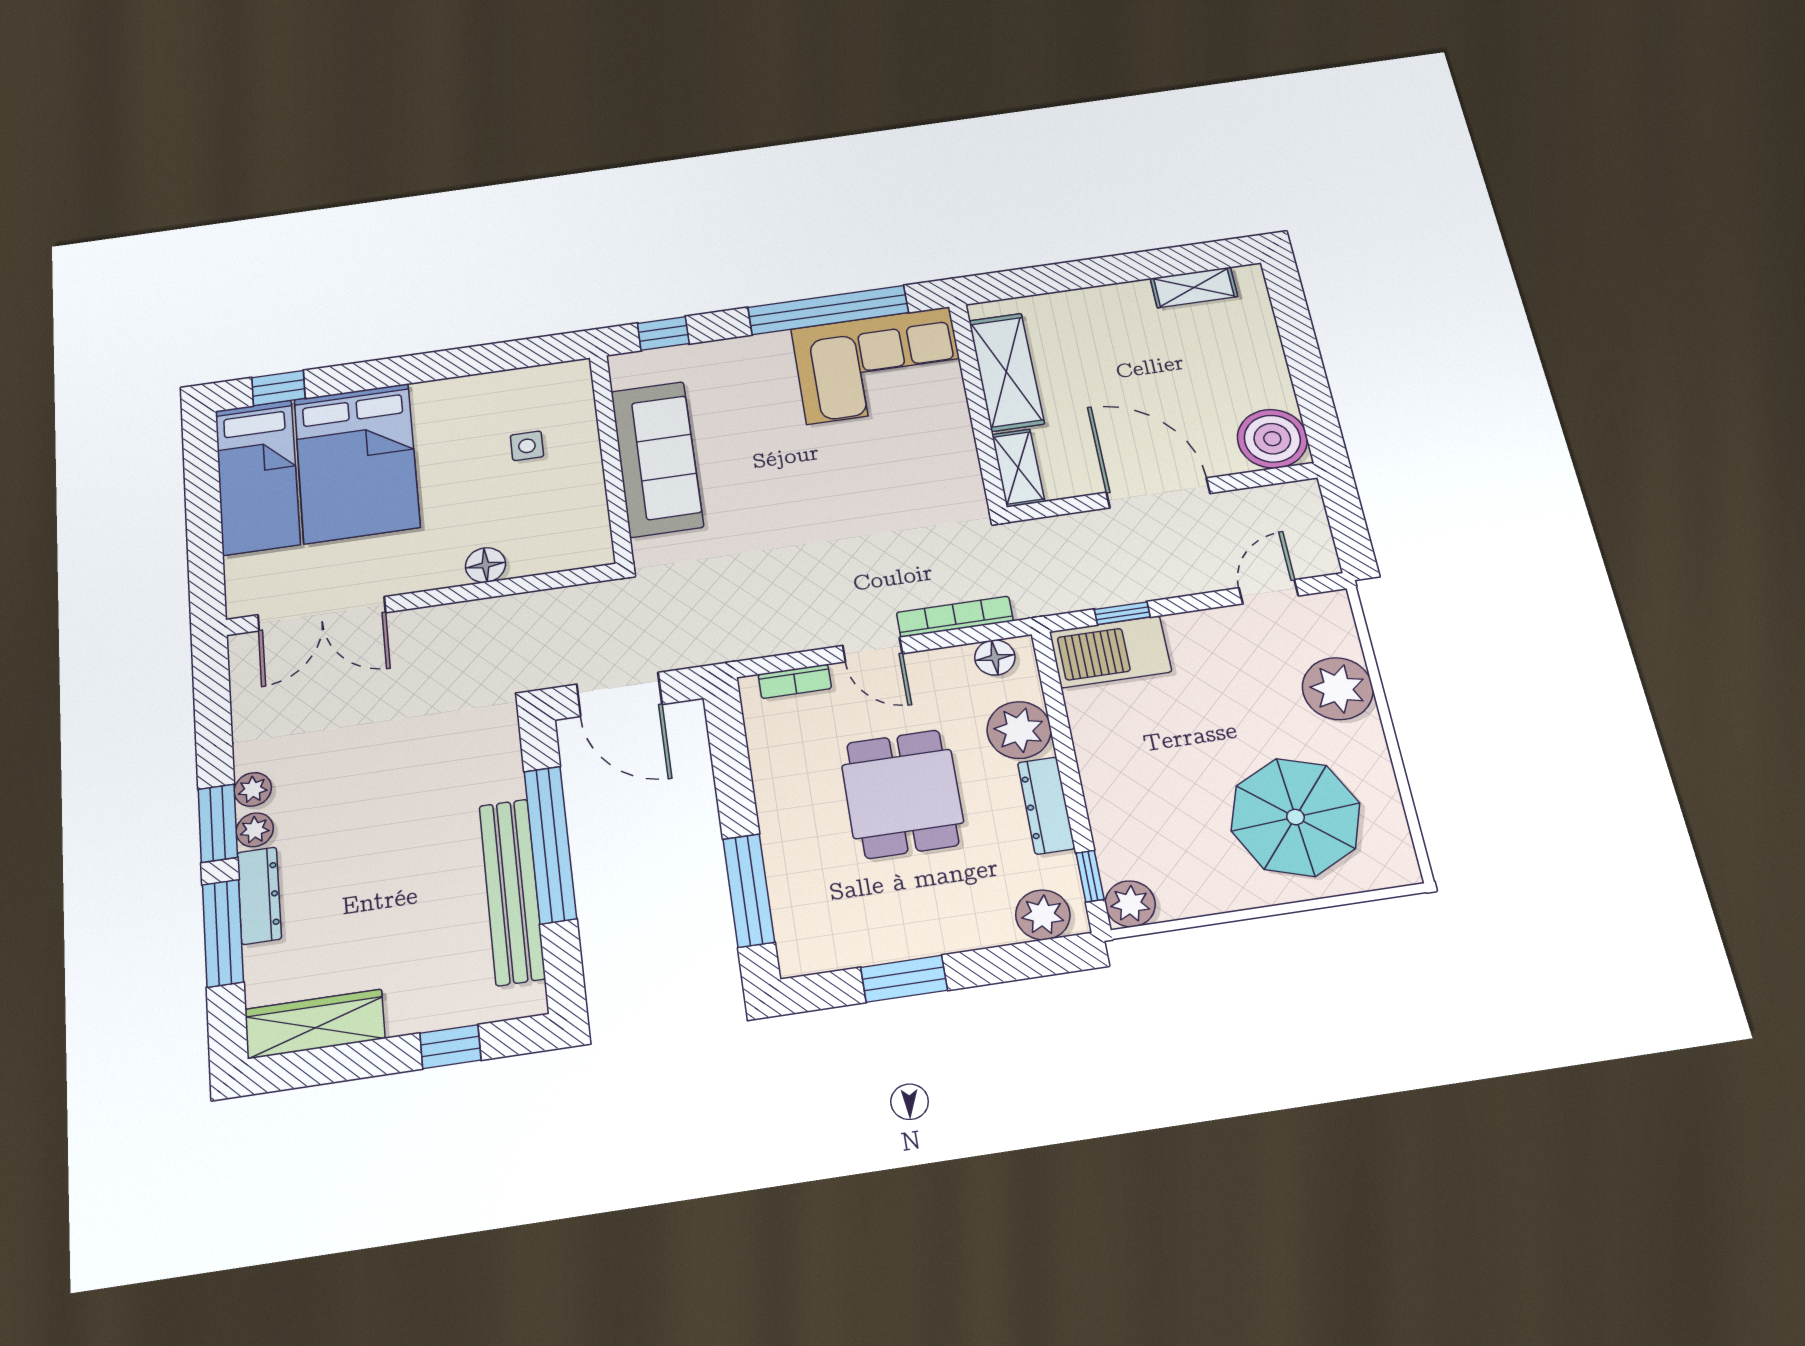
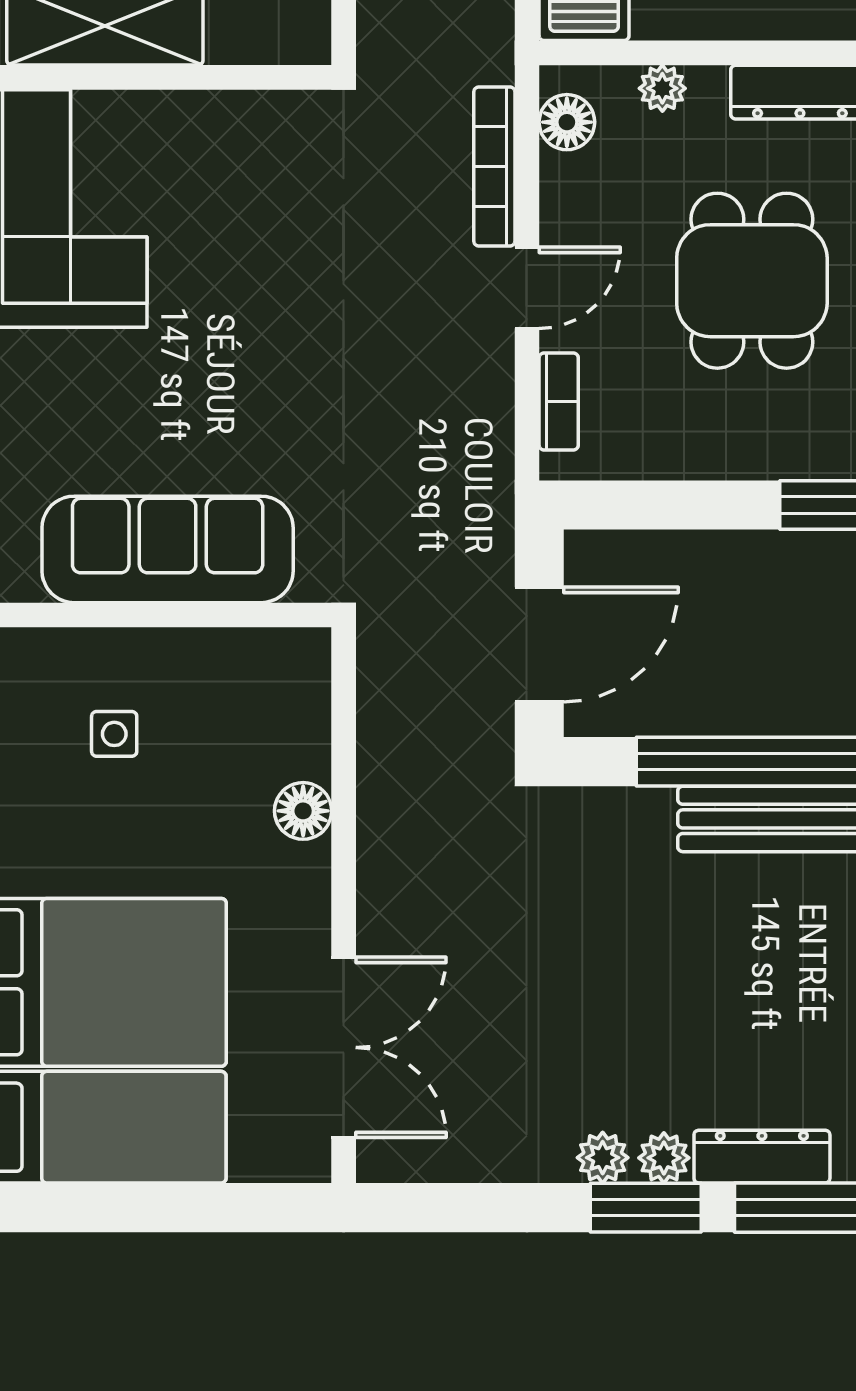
shelving: (1018, 468) -> (270, 37), removed
plant: (1019, 730) -> (662, 88), width x0.53, depth x0.53
dining table: (903, 794) -> (752, 281), turned 90

